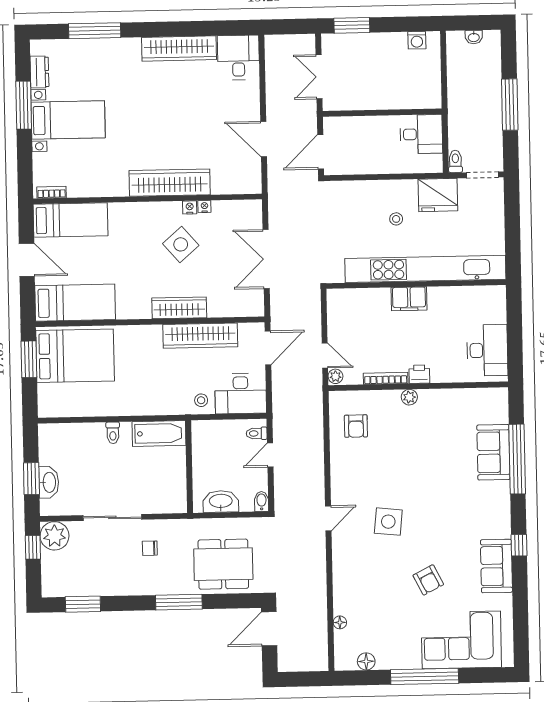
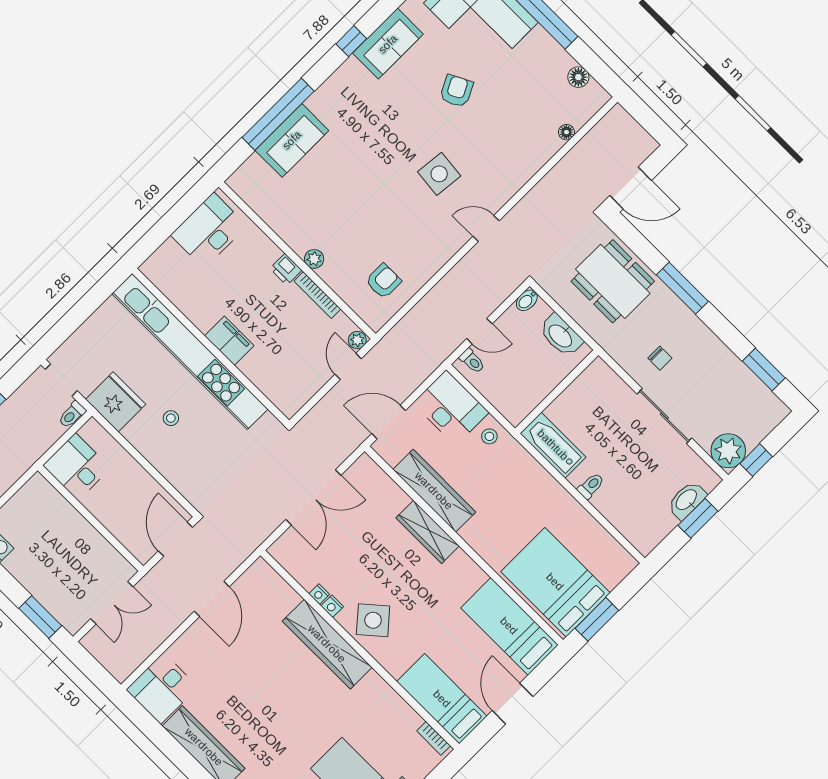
door: (321, 152) -> (175, 539), swing flipped
side table: (181, 244) -> (373, 620), moved

